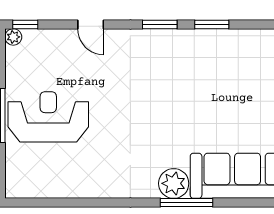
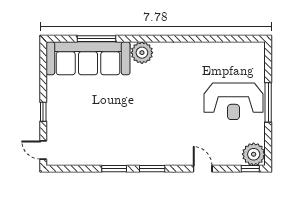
plant: (13, 37) -> (254, 154), width x1.88, depth x1.88
window: (186, 203) -> (96, 39), moved

